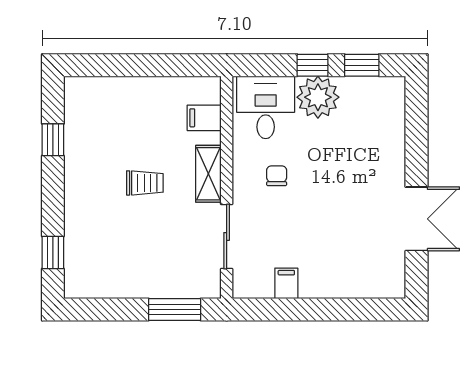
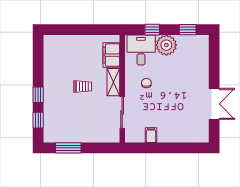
window: (312, 65) -> (152, 30), moved
filing cabinet: (204, 118) -> (111, 55), width x2.00
window: (53, 140) -> (38, 95), moved
window: (175, 310) -> (68, 148), moved

